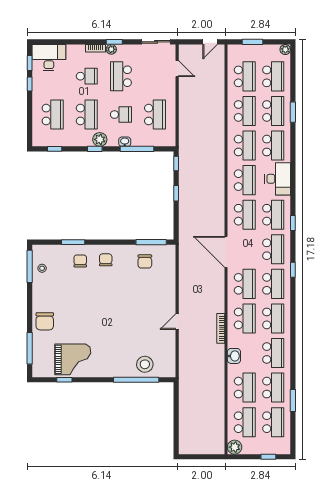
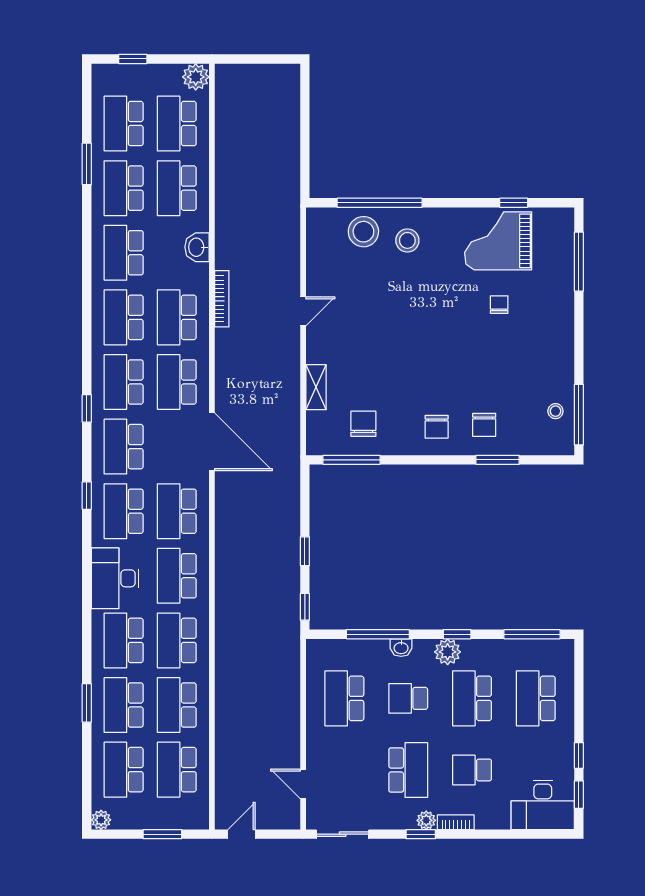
window: (55, 149) -> (532, 634), width x2.17
shelving: (170, 281) -> (316, 387), added
chair: (45, 321) -> (499, 305), moved, width x0.54, depth x0.54
stool: (121, 360) -> (407, 240), added

